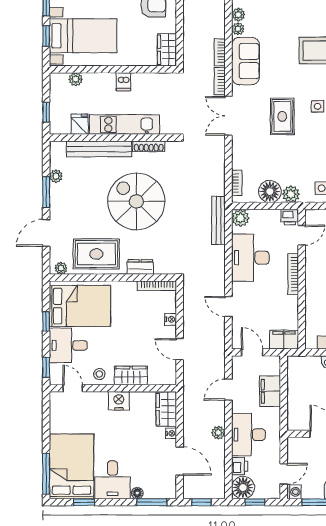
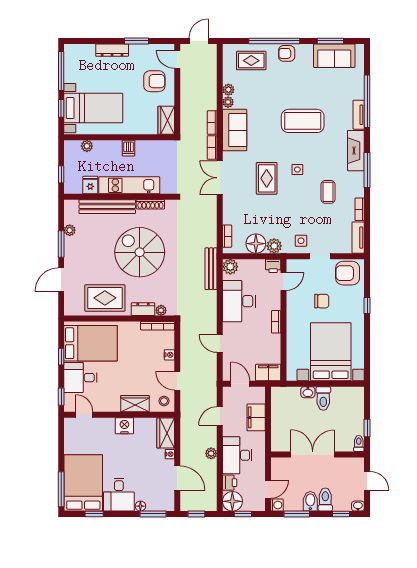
plant: (61, 268) -> (161, 310), moved
bookcase: (293, 274) -> (276, 322), width x0.64
stool: (99, 374) -> (164, 401), moved

